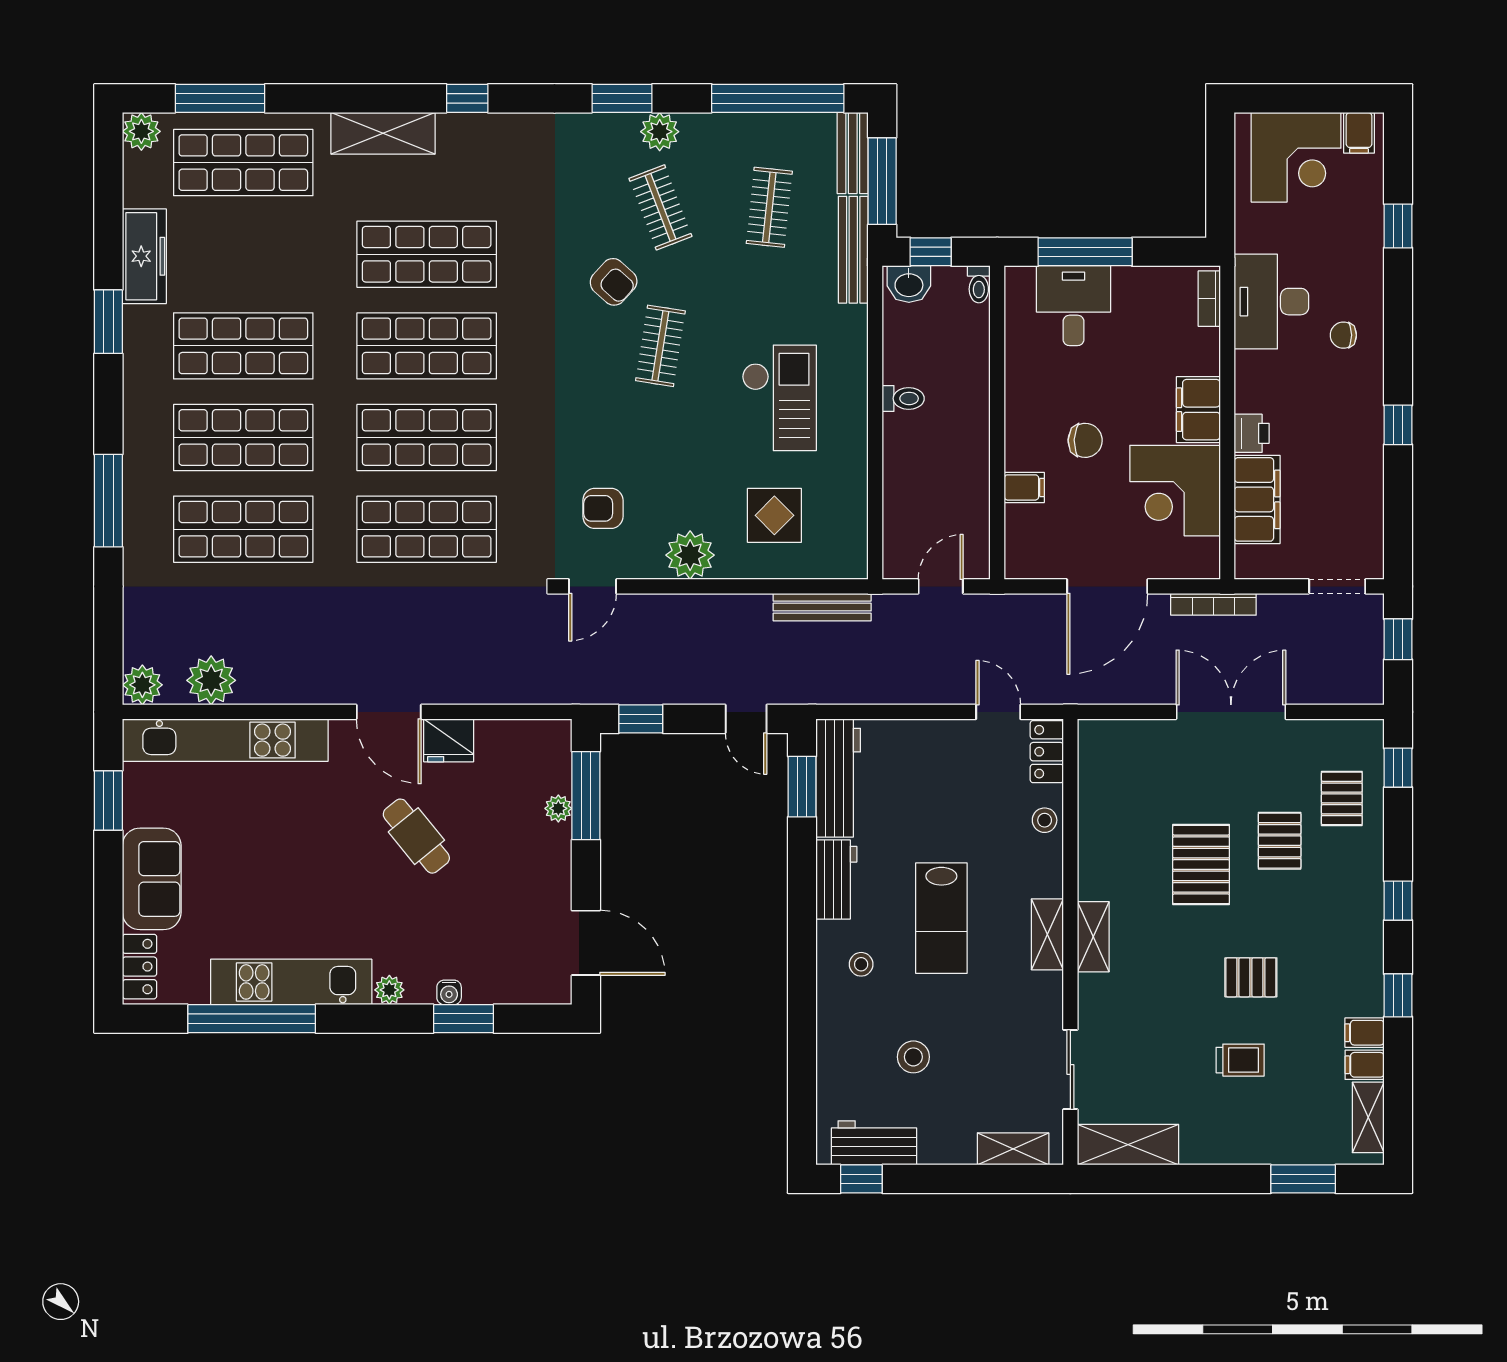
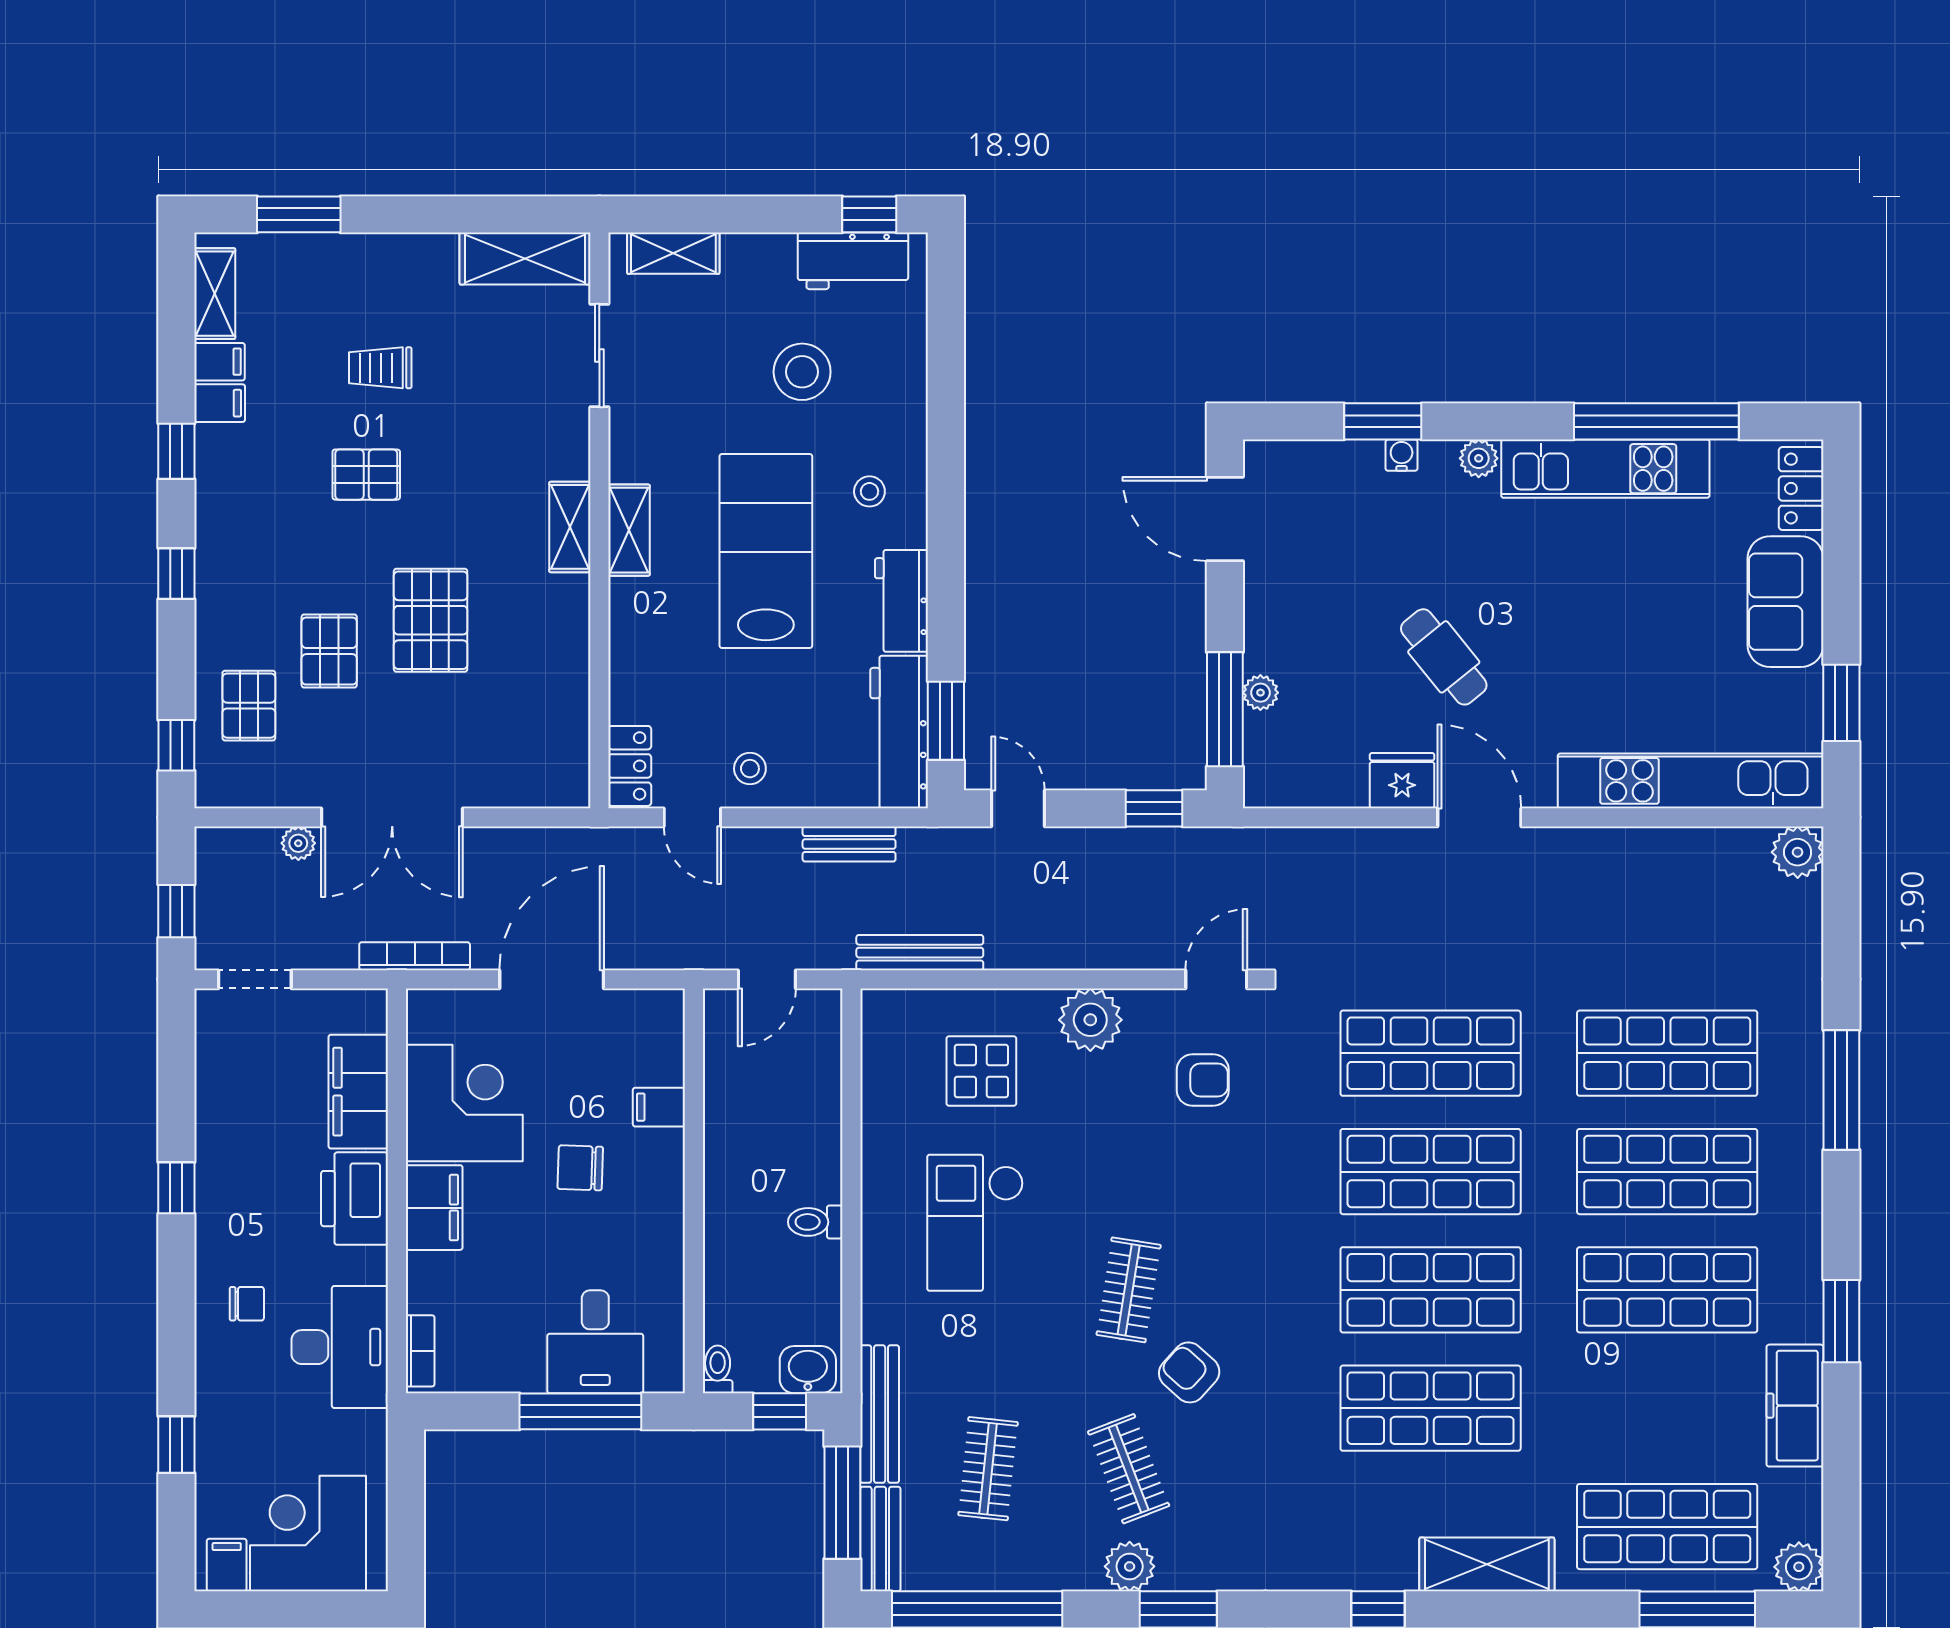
printer: (1252, 433) -> (355, 1199), width x1.87, depth x1.48
plant: (211, 680) -> (298, 843), moved, width x0.53, depth x0.53
bench: (877, 691) -> (849, 844), added
stool: (1045, 820) -> (750, 769), moved
lab bench: (941, 918) -> (766, 551), width x1.36, depth x1.39
stool: (913, 1057) -> (802, 372), width x1.38, depth x1.38

